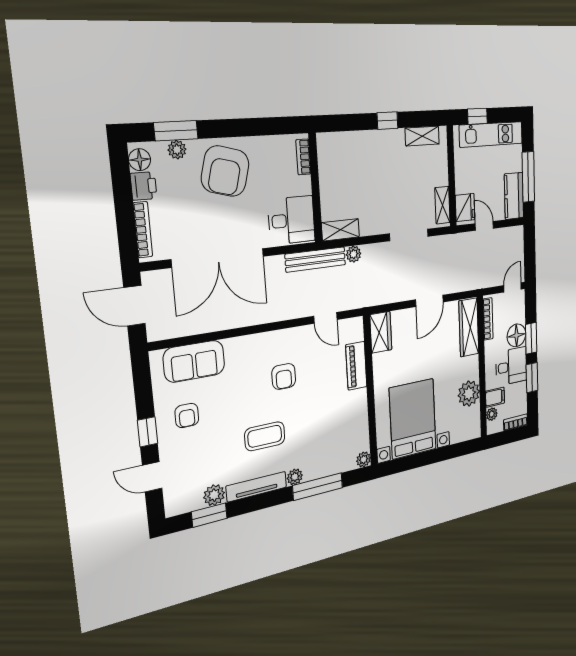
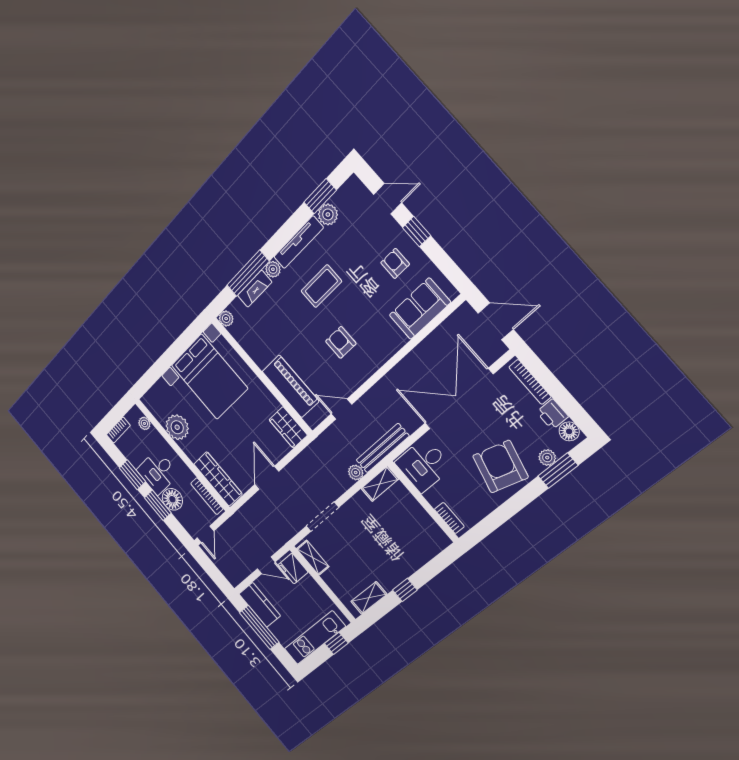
piano: (356, 366) -> (290, 386), width x1.37, depth x1.33
filing cabinet: (495, 397) -> (152, 439), removed
fireplace: (322, 470) -> (255, 289), added

